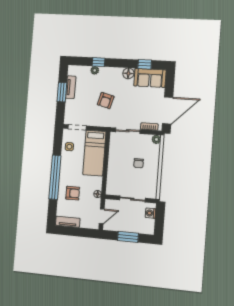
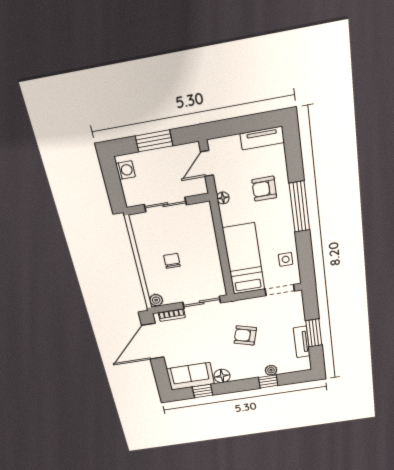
armchair: (106, 100) -> (245, 335), turned -89
window: (55, 177) -> (299, 207), width x0.68
washing machine: (150, 213) -> (125, 170), moved

